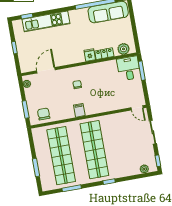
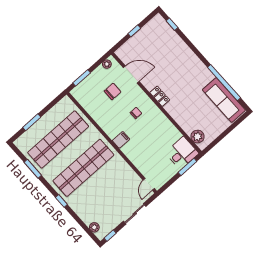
kitchen unit: (46, 21) -> (178, 46), removed
locker: (104, 54) -> (160, 96), moved
fridge: (90, 55) -> (172, 108), removed
filing cabinet: (79, 110) -> (121, 140), moved
chair: (44, 114) -> (113, 91), moved

